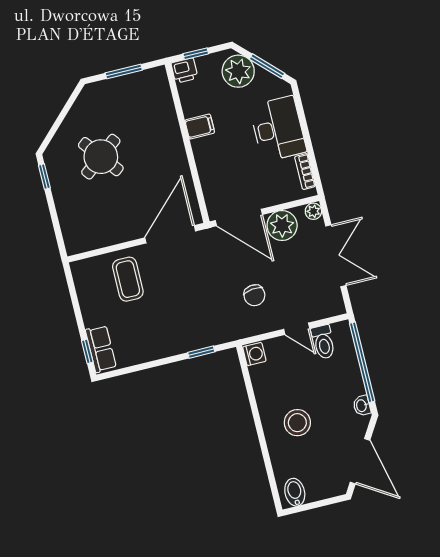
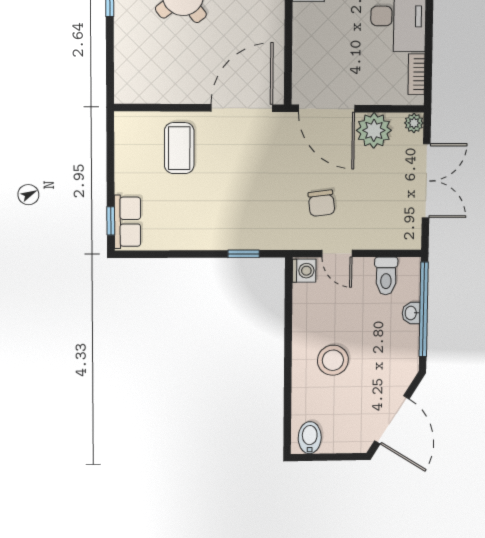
door: (297, 329) -> (337, 253), moved
washbasin: (362, 406) -> (411, 313), moved

